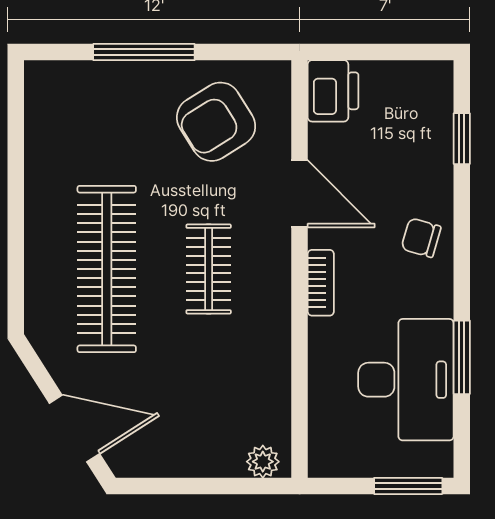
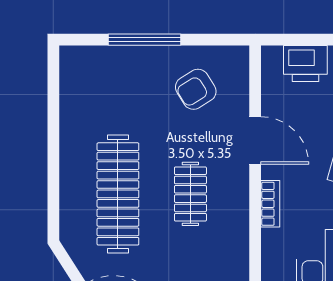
printer: (333, 91) -> (305, 64), moved, turned 90
armchair: (216, 122) -> (196, 89), width x0.72, depth x0.72

